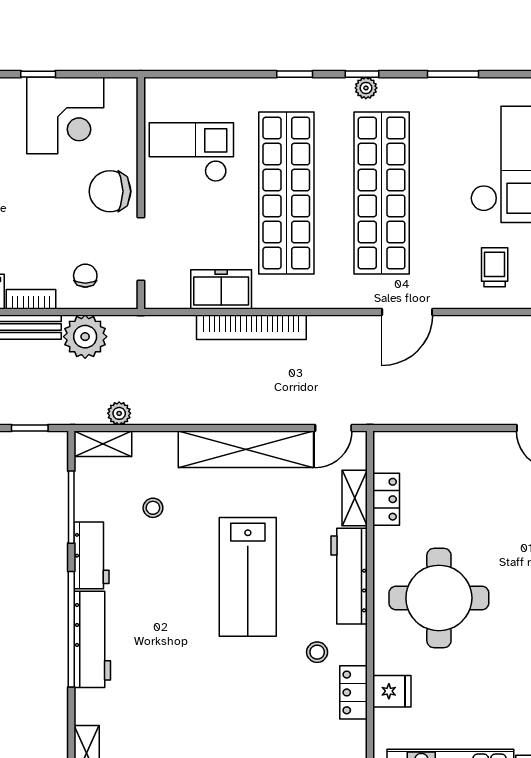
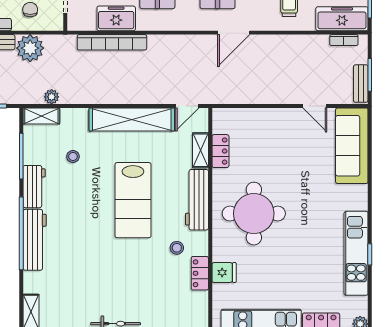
bookcase: (251, 327) -> (112, 42), moved

